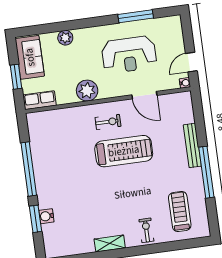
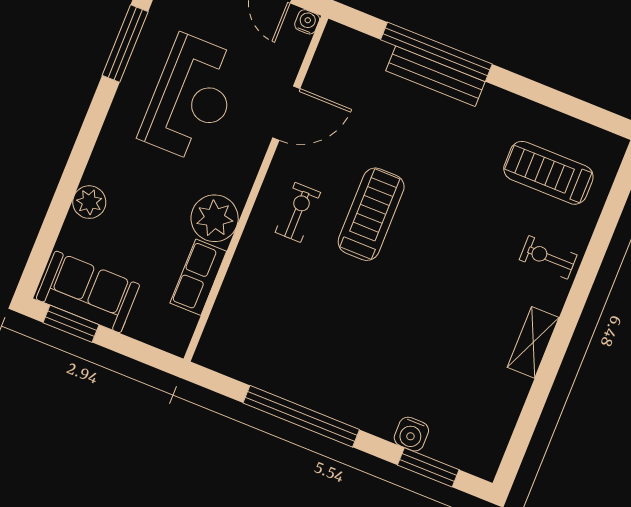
window: (16, 77) -> (71, 324), moved
row of seats: (40, 100) -> (198, 277), moved
treadmill: (124, 151) -> (371, 214), width x0.73, depth x0.73
window: (206, 172) -> (436, 52), moved
window: (36, 219) -> (428, 467), moved

